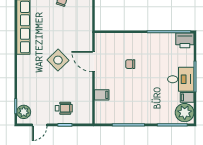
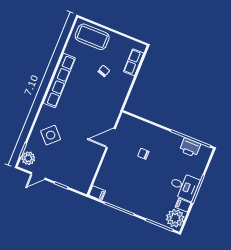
printer: (185, 40) -> (190, 147), moved
side table: (58, 60) -> (51, 135), moved
door: (94, 62) -> (111, 138), hinge flipped
filing cabinet: (102, 95) -> (97, 193), moved
wheelchair: (64, 108) -> (66, 170), removed

